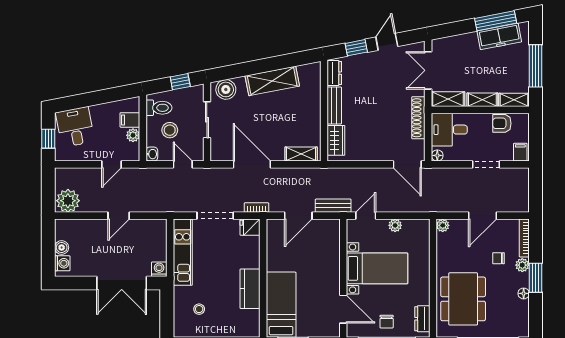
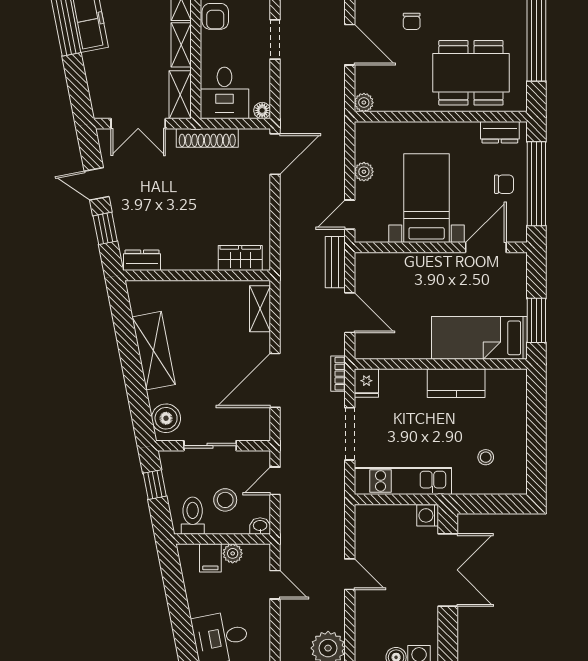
bench: (334, 106) -> (189, 260), removed
door: (366, 216) -> (350, 215), hinge flipped

